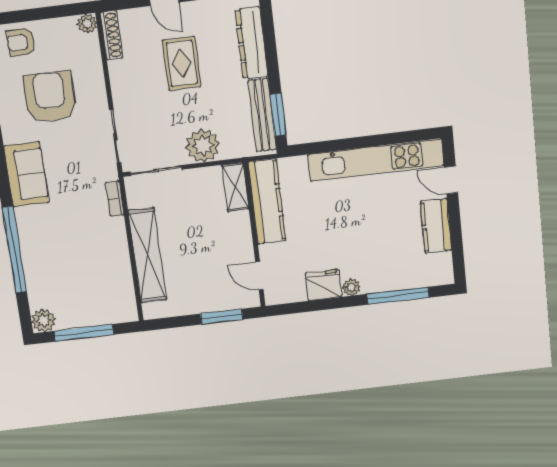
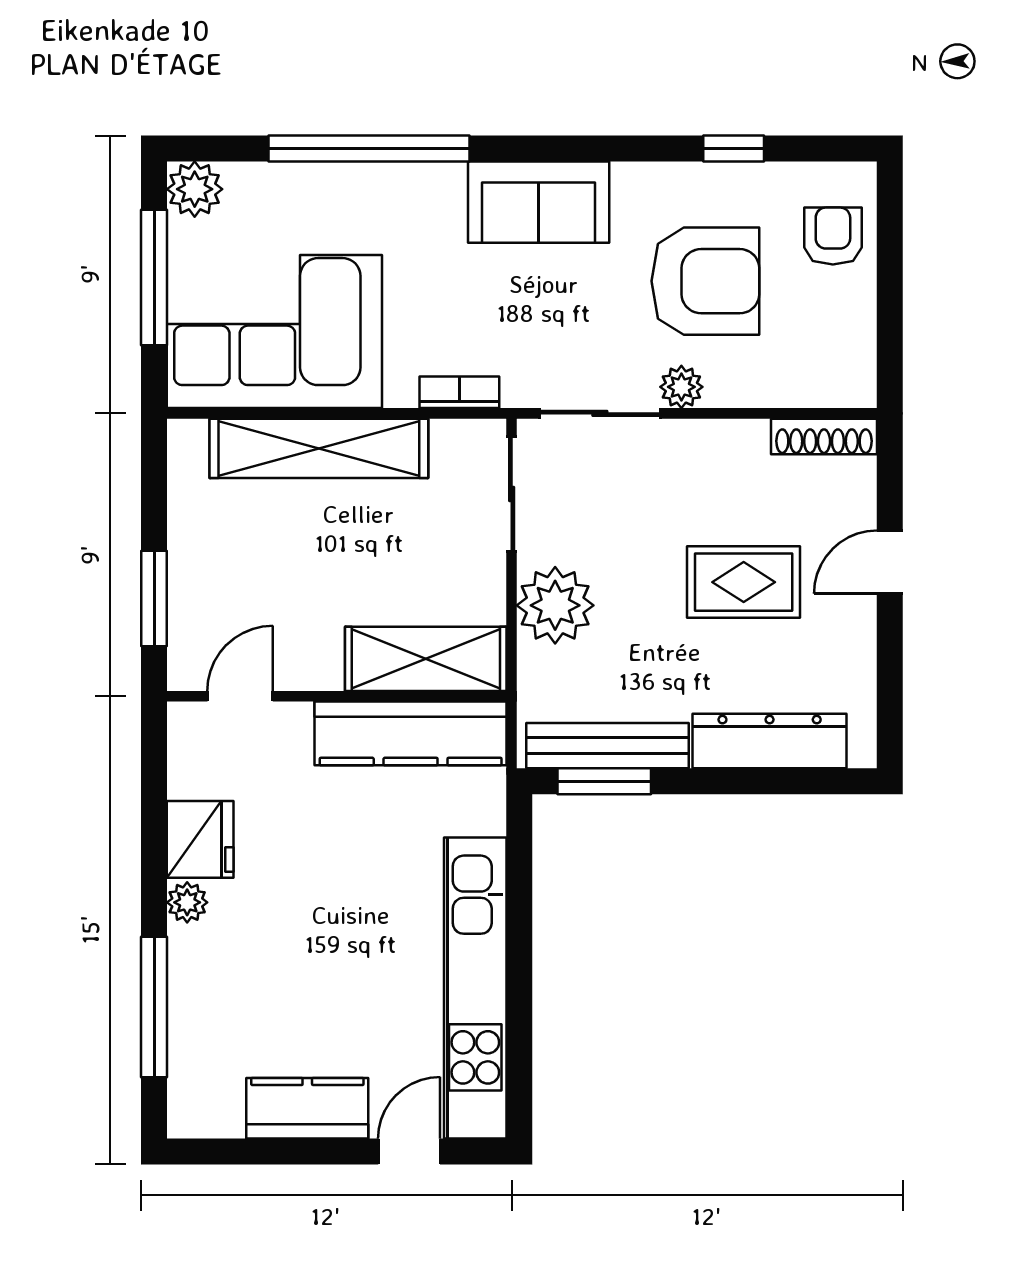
plant: (87, 24) -> (681, 387), moved
shelving: (235, 187) -> (426, 659), width x1.50, depth x1.33
corner sofa: (100, 280) -> (274, 332), added

